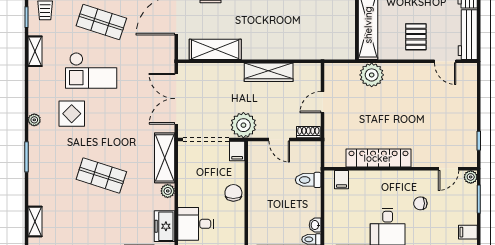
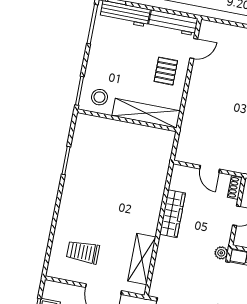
pallet: (416, 37) -> (166, 71), turned 90
plant: (372, 75) -> (193, 119), removed
plant: (243, 125) -> (221, 253), width x0.53, depth x0.53

